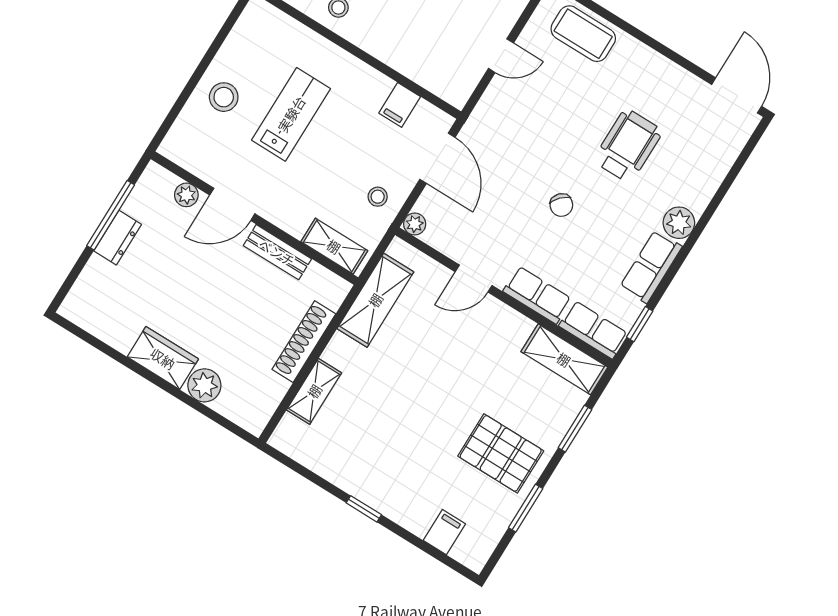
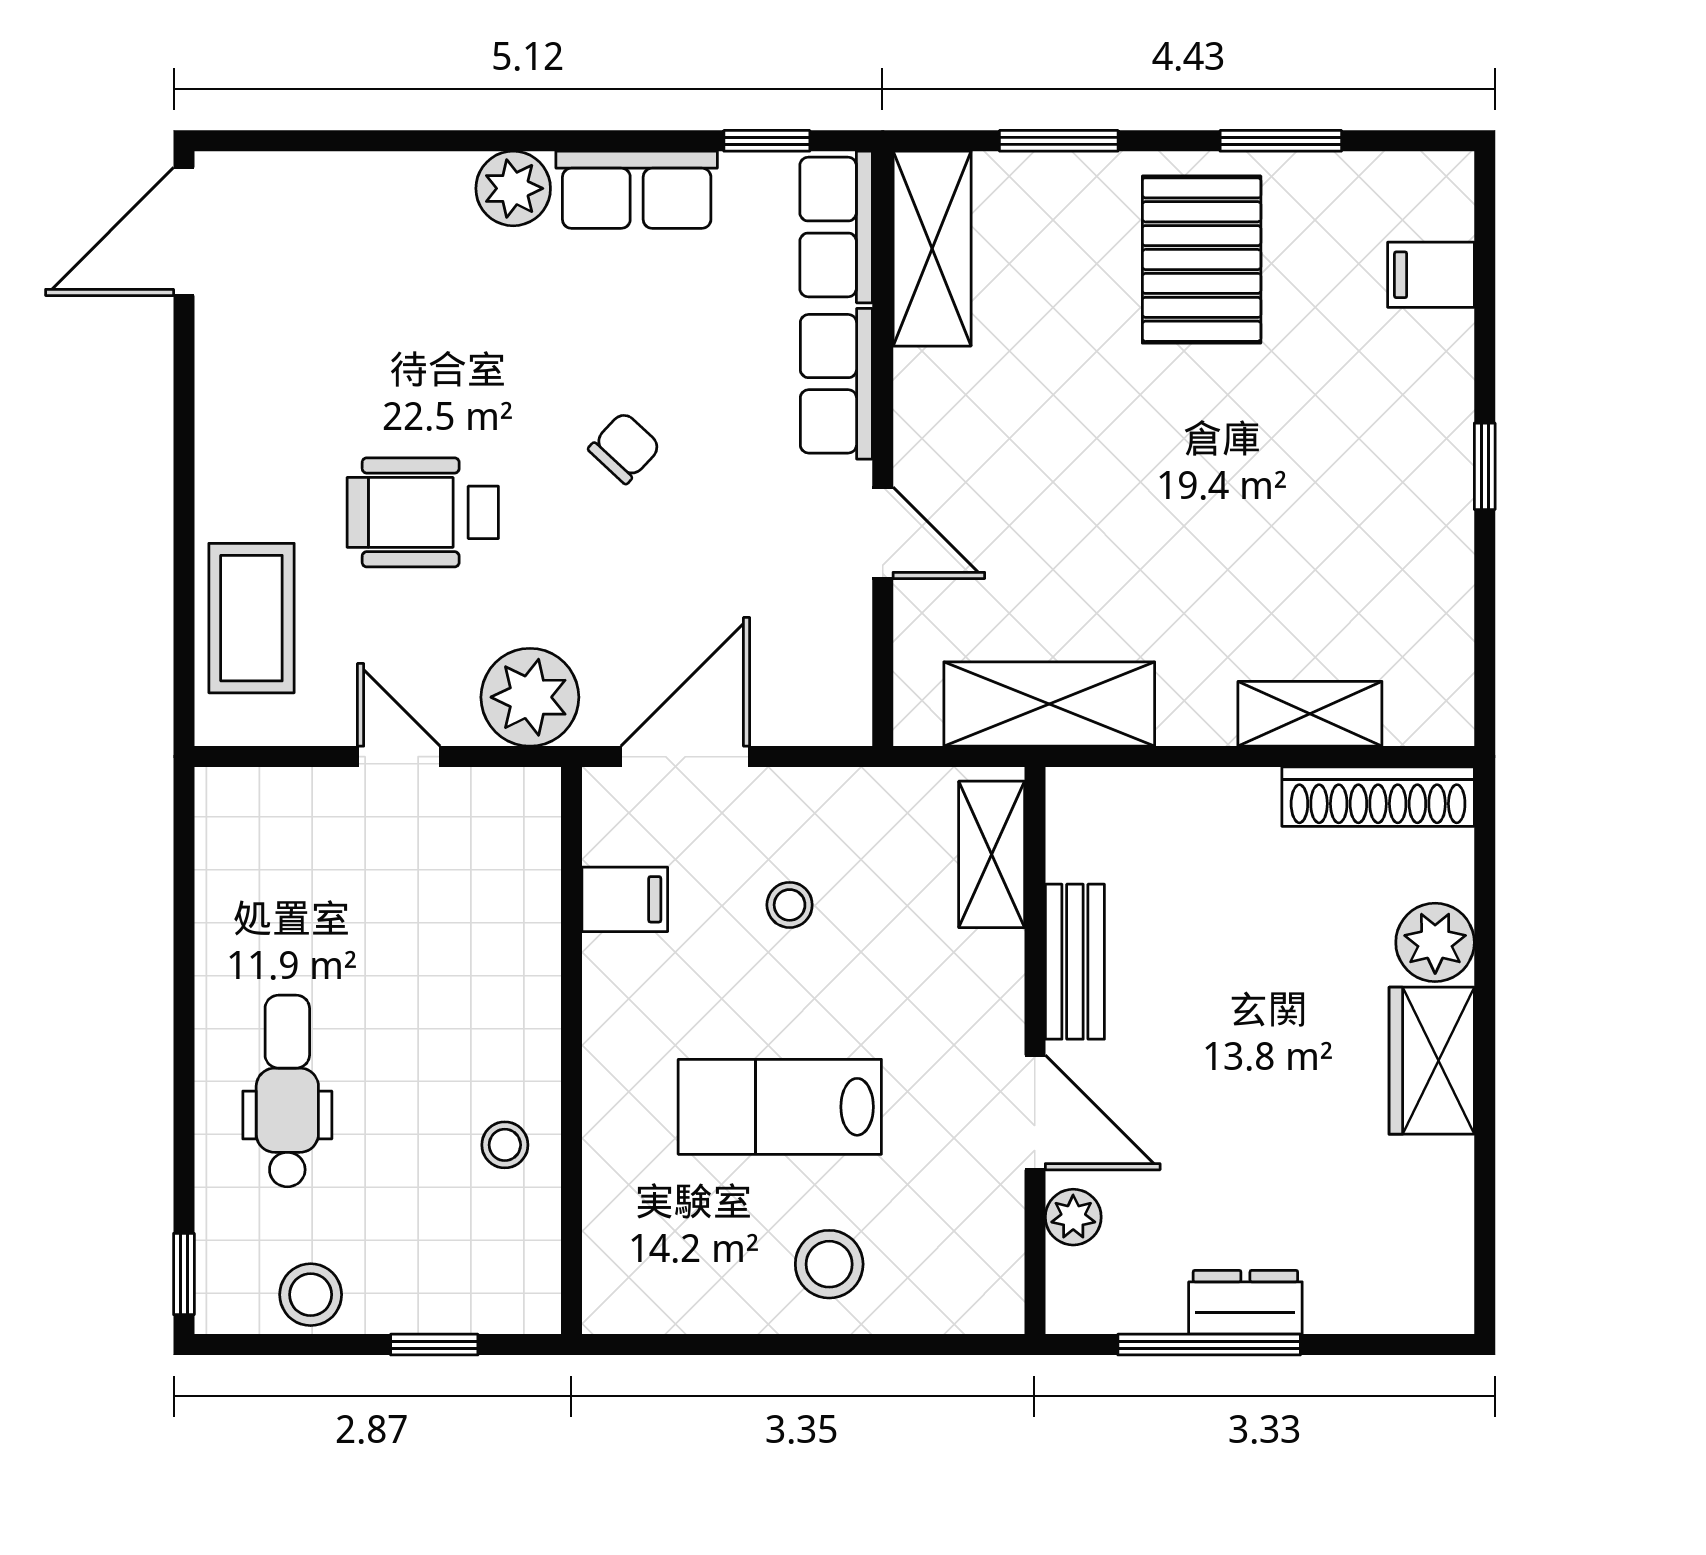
wheelchair: (628, 146) -> (423, 512), moved
stool: (378, 197) -> (790, 905), moved
plant: (415, 224) -> (530, 697), moved, width x1.88, depth x1.88
shoe rack: (304, 342) -> (1378, 797), moved

